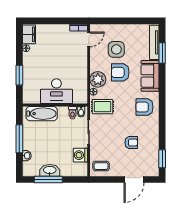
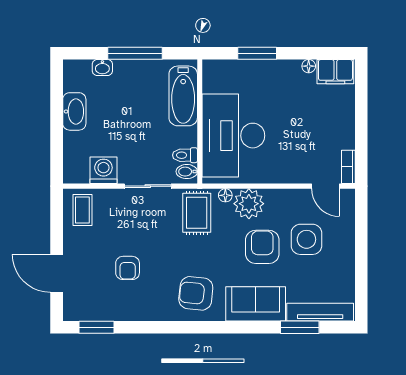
desk: (56, 91) -> (233, 136), width x1.36, depth x1.30
armchair: (144, 107) -> (196, 293), turned -84
window: (48, 180) -> (57, 108), removed

